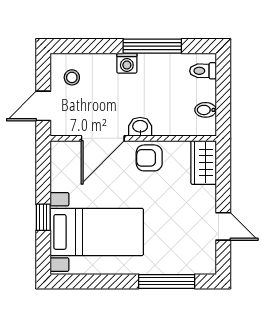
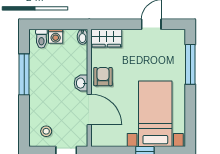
washing machine: (127, 63) -> (56, 36), moved, turned 90
bidet: (206, 110) -> (82, 37), moved
armchair: (149, 158) -> (103, 77), turned 180

